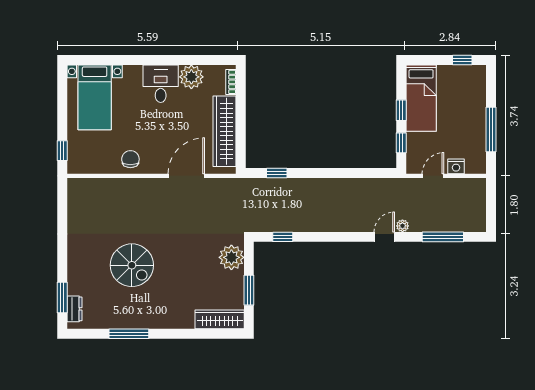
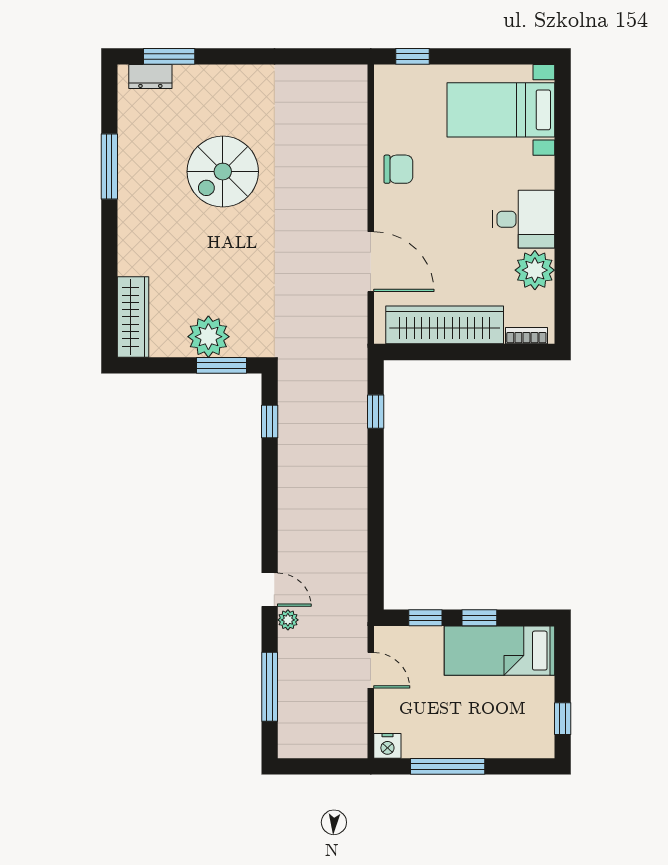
nightstand: (456, 166) -> (387, 746), moved, turned -90
plant: (231, 257) -> (208, 337), moved
window: (249, 290) -> (221, 365), moved

